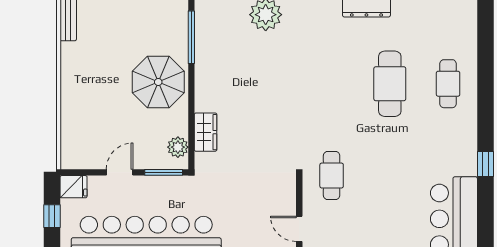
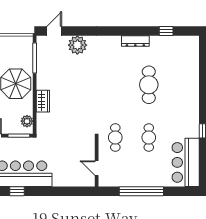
cafe table: (448, 84) -> (149, 137), moved
wardrobe: (206, 132) -> (43, 101), moved

